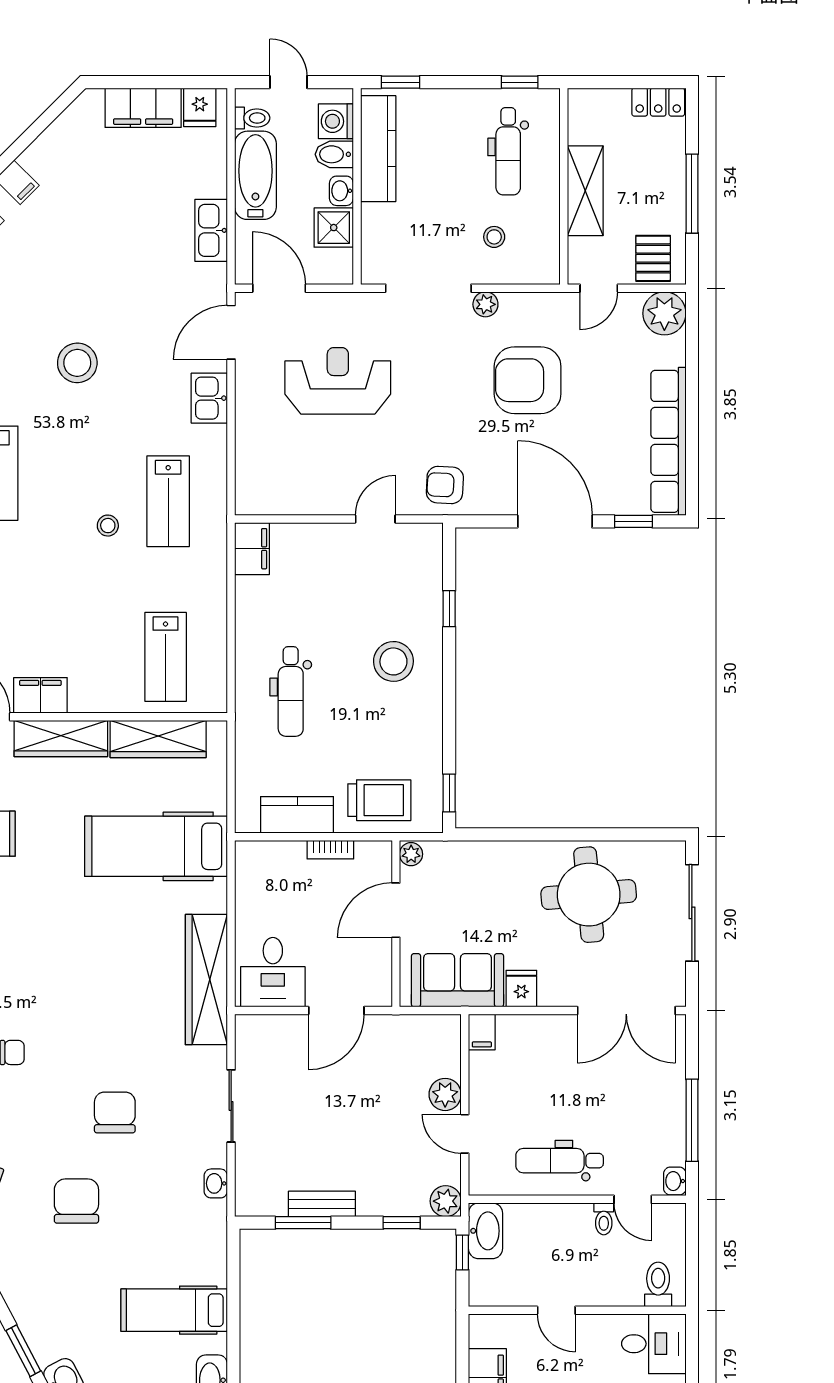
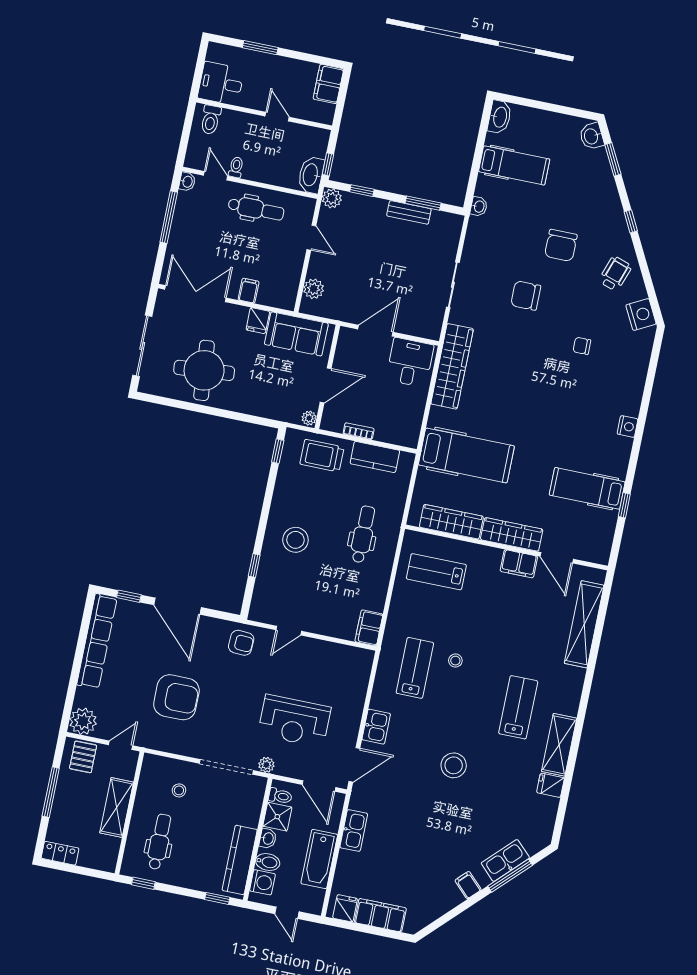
toilet: (252, 118) -> (280, 796), moved, turned 180
plant: (485, 304) -> (266, 765), moved
lab bench: (166, 657) -> (436, 572), turned -90
filing cabinet: (482, 1032) -> (249, 291), moved
plant: (445, 1094) -> (314, 289), moved
chair: (115, 1112) -> (526, 296), turned 90
washbasin: (216, 1183) -> (479, 206), moved

